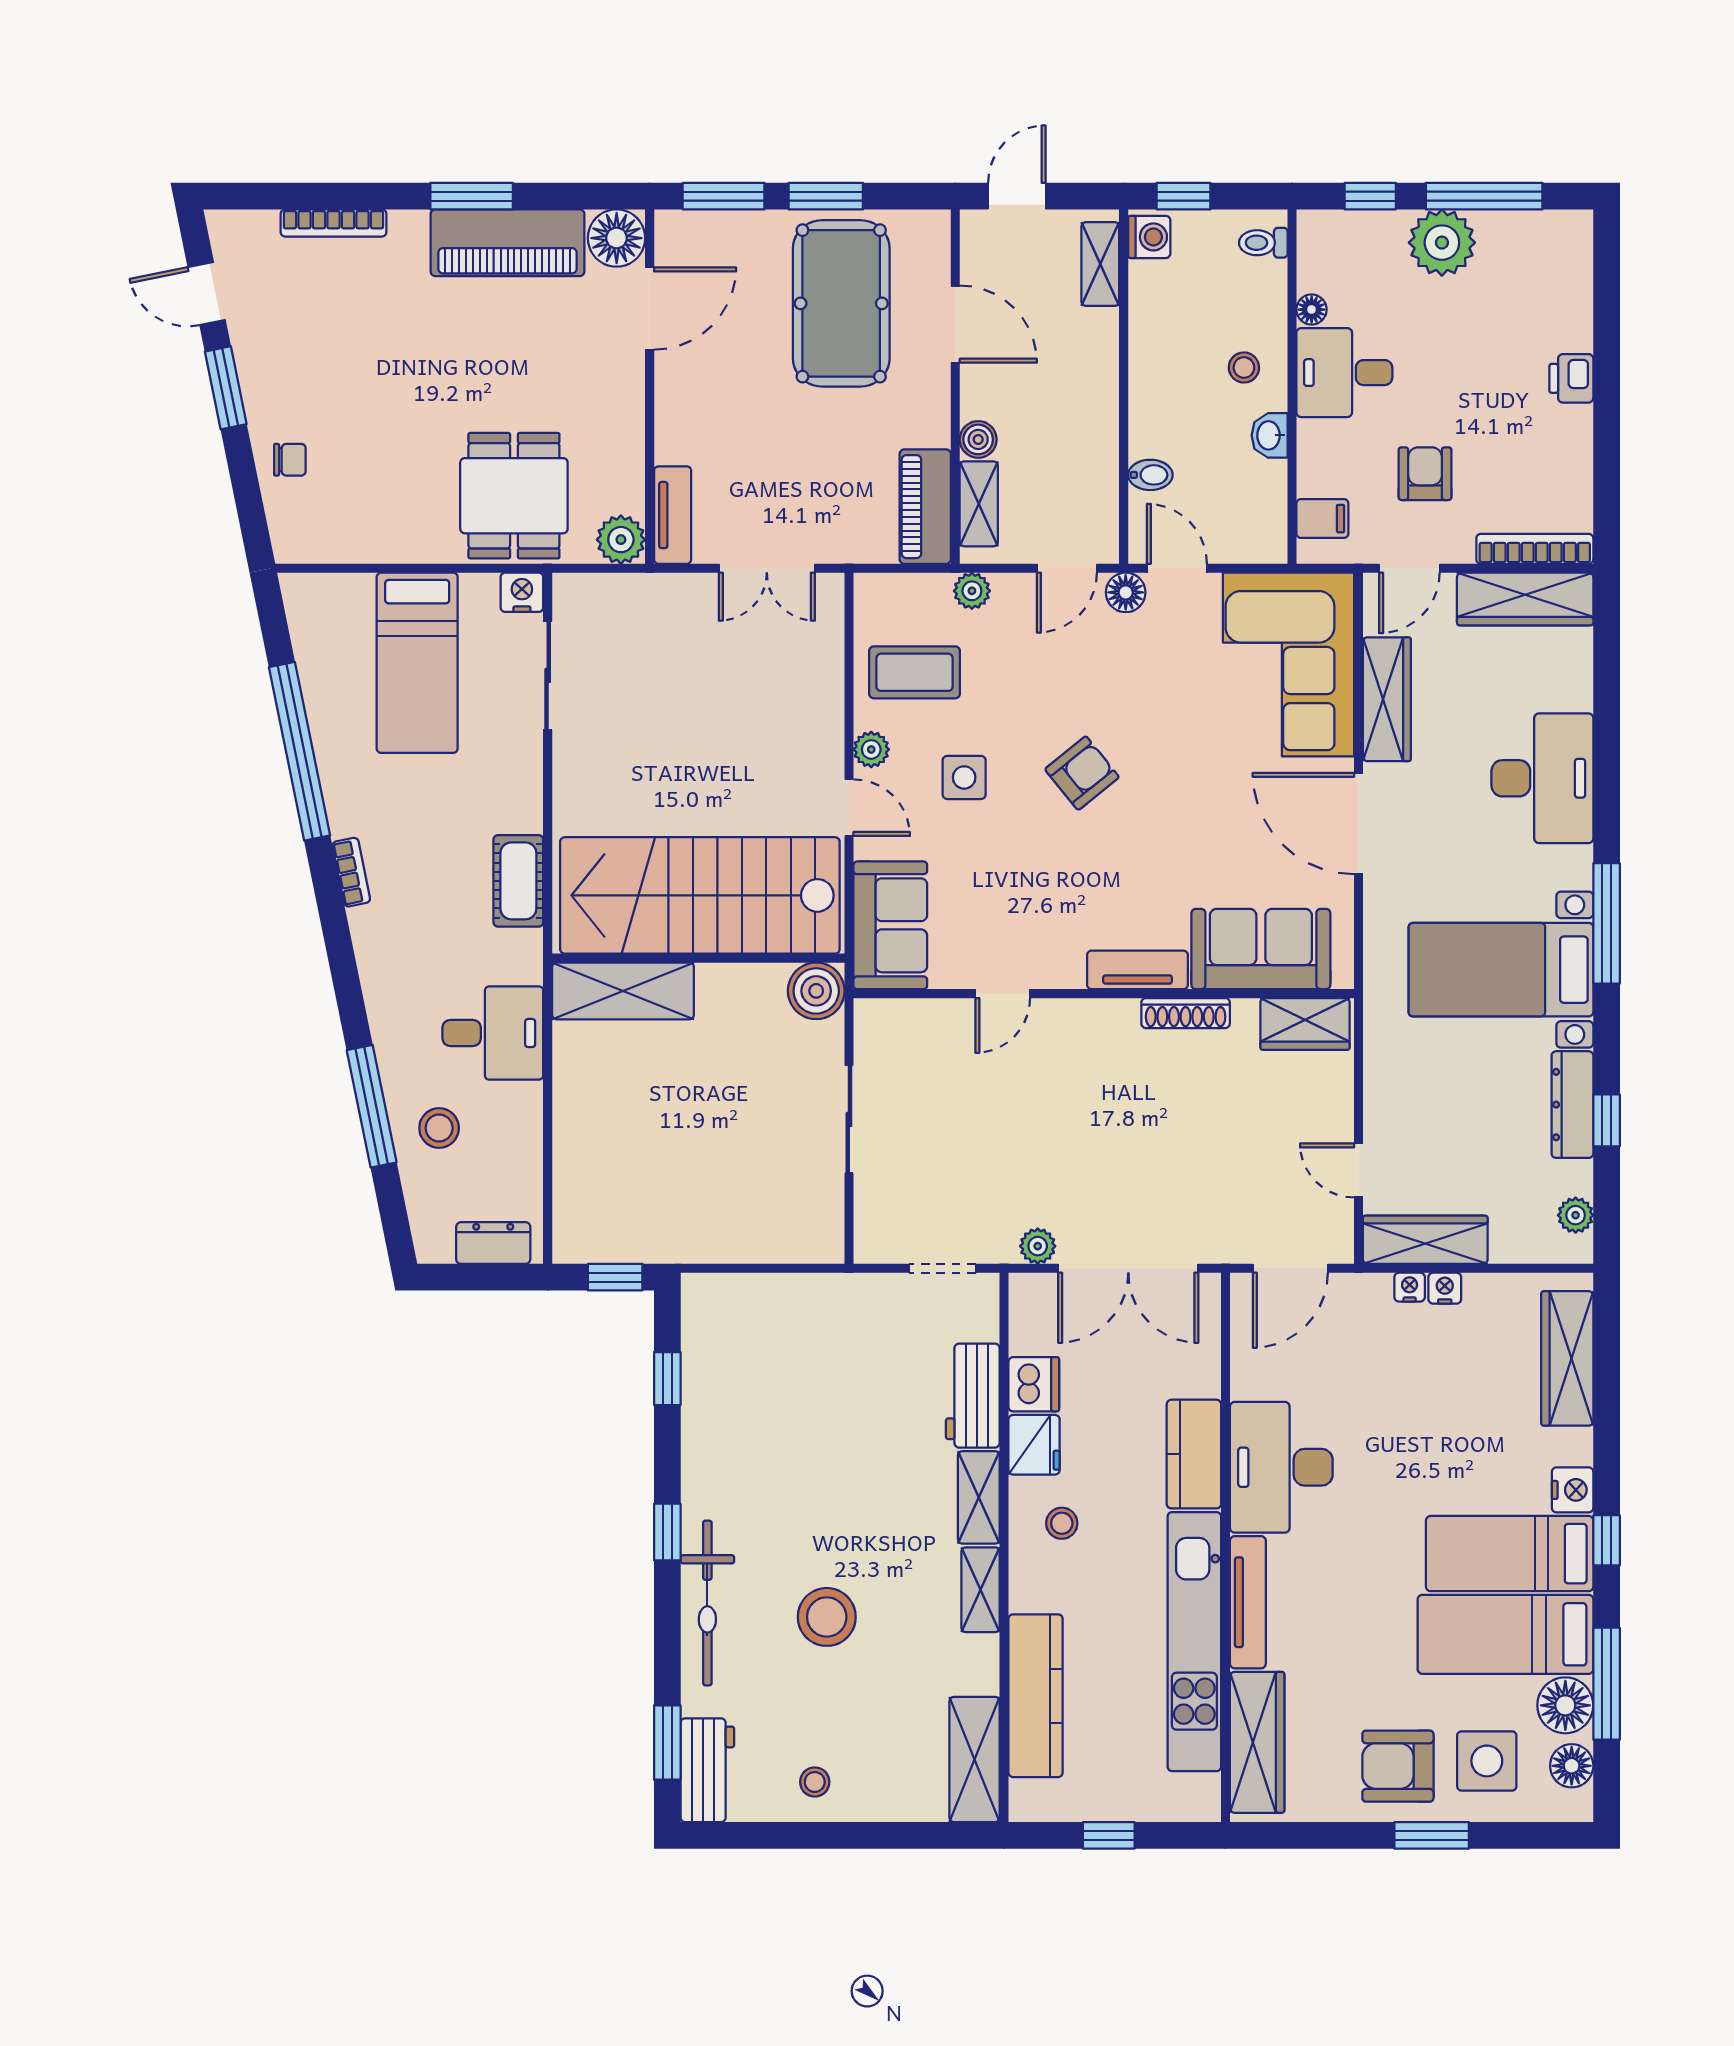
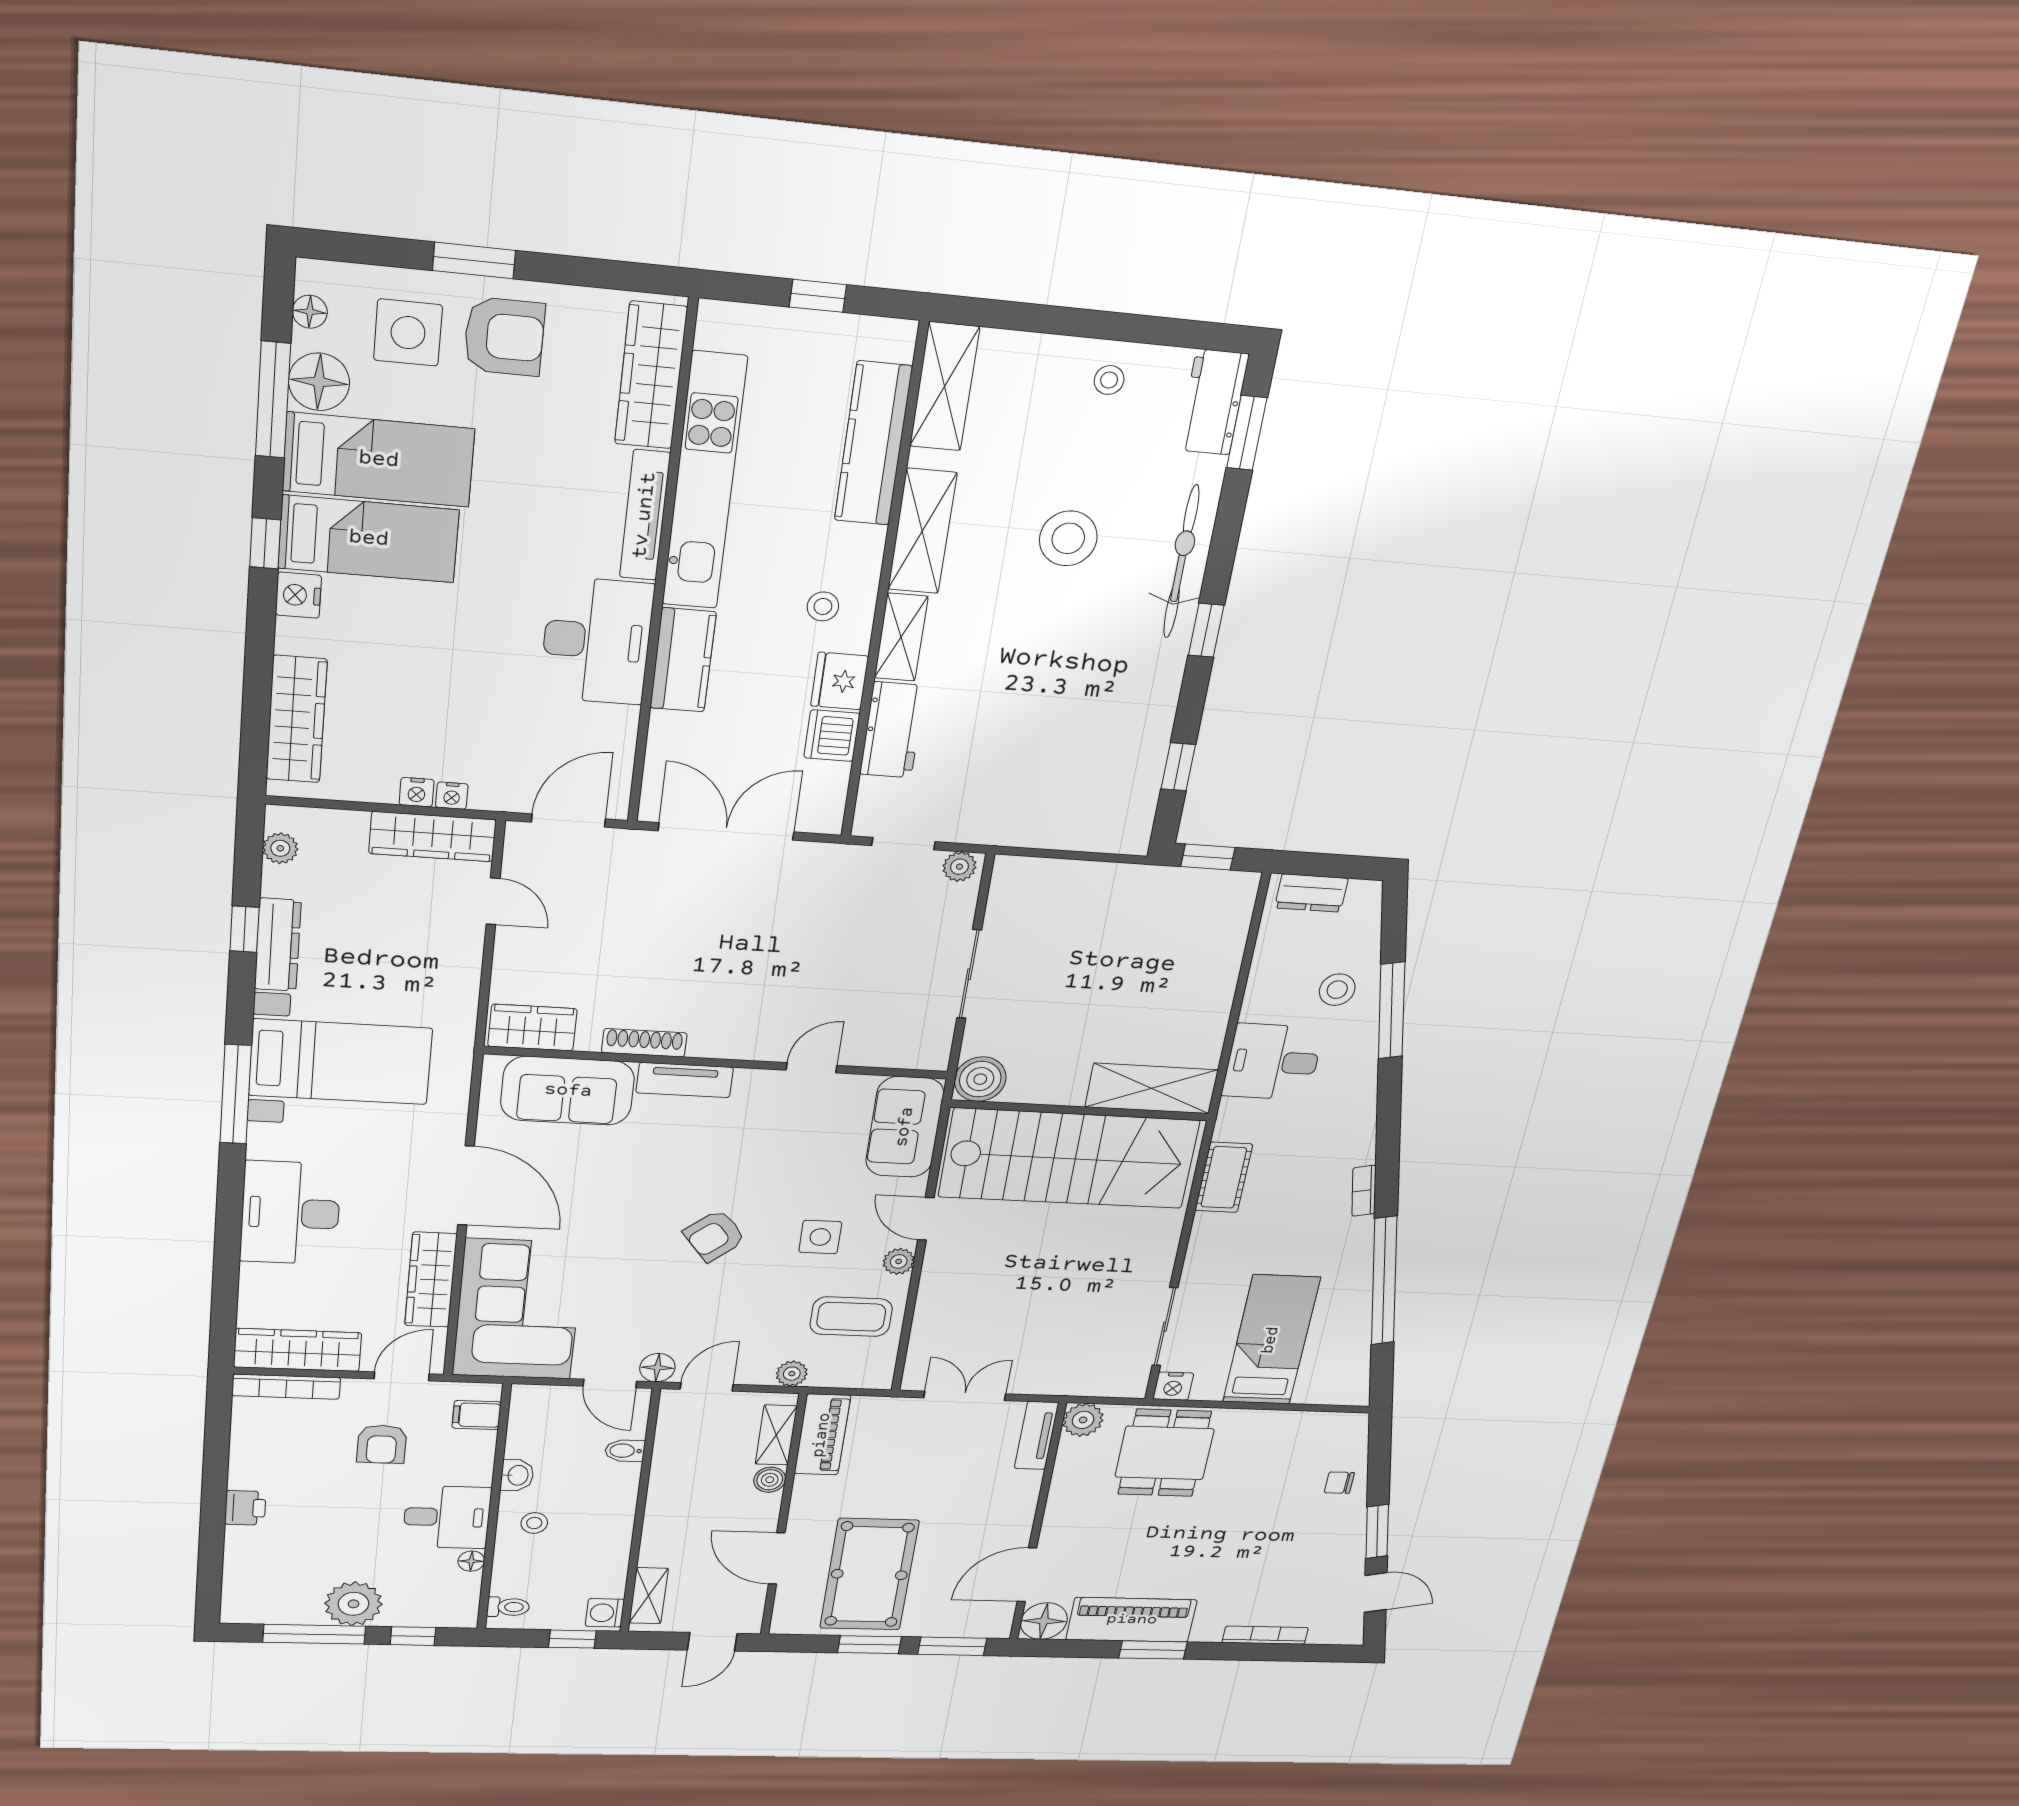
plant: (1038, 1246) -> (959, 867), moved
shelving: (980, 1590) -> (922, 531), width x1.50, depth x1.33
floor lamp: (1572, 1766) -> (310, 312), width x0.73, depth x0.73

